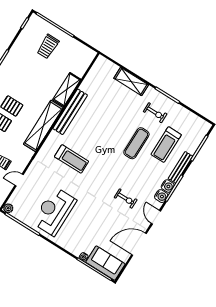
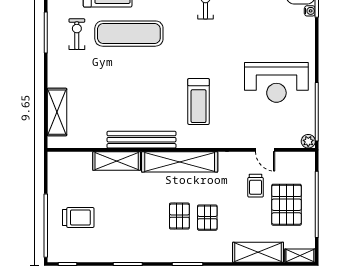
shelving: (131, 82) -> (57, 112), moved
exercise mat: (136, 143) -> (129, 34), width x1.36, depth x1.45
treadmill: (71, 159) -> (199, 101), turned 180

